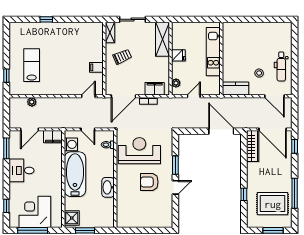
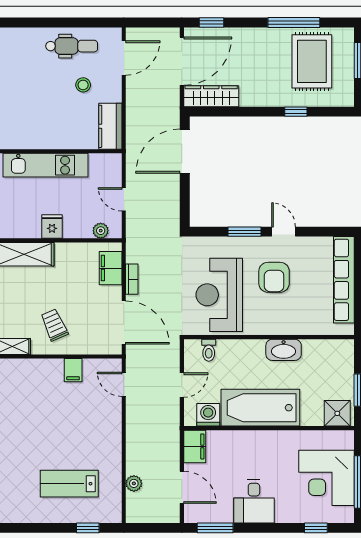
row of seats: (148, 222) -> (344, 280), added

